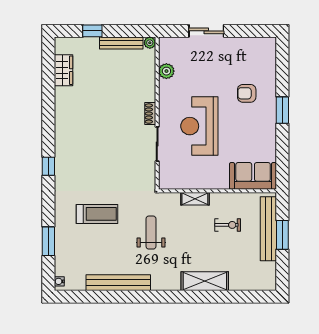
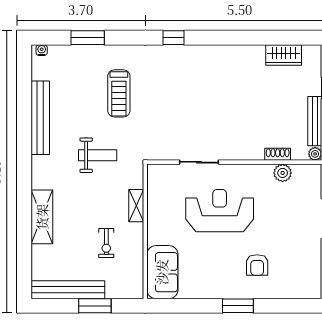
armchair: (247, 93) -> (257, 265), turned 180
shoe rack: (150, 114) -> (278, 154), moved
bench: (268, 229) -> (68, 290), moved

